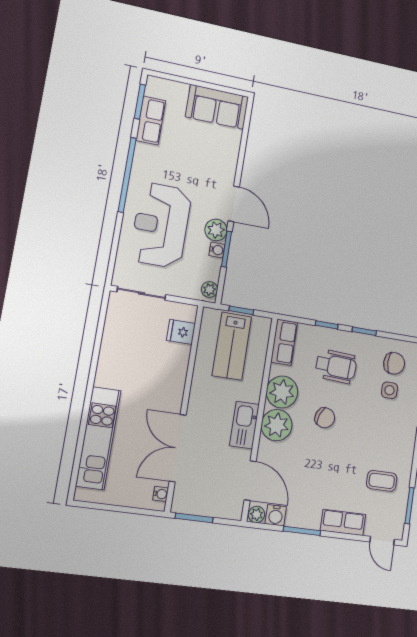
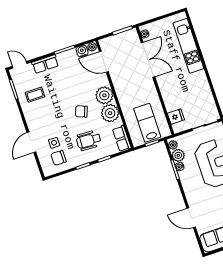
door: (234, 204) -> (191, 218), moved
plant: (216, 230) -> (178, 155), moved
kitchen sink: (244, 425) -> (121, 87), removed

